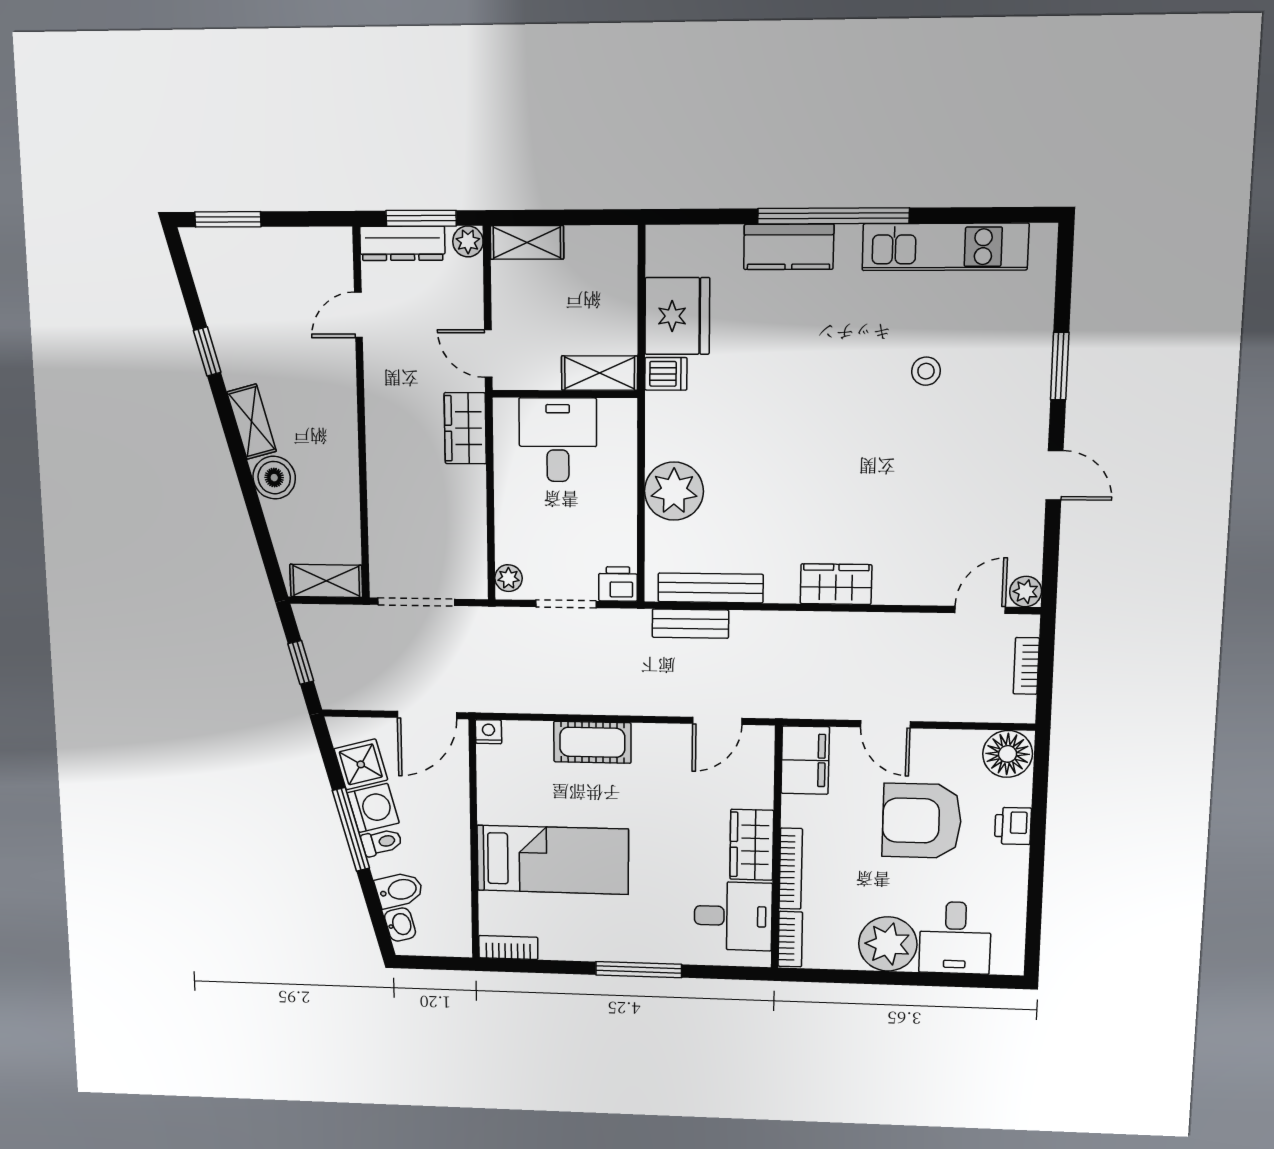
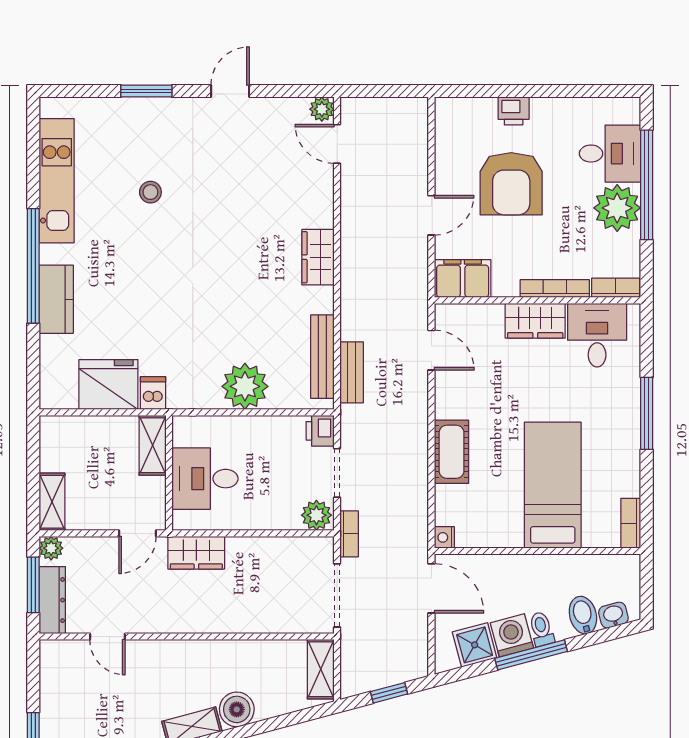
plant: (508, 578) -> (316, 515), width x1.38, depth x1.38
bookcase: (1026, 666) -> (349, 534), moved, turned -90
floor lamp: (1008, 754) -> (454, 118), removed
window: (915, 979) -> (647, 185), added

